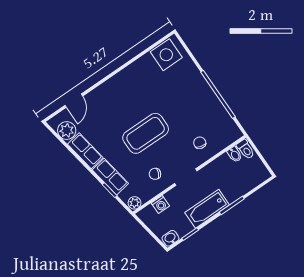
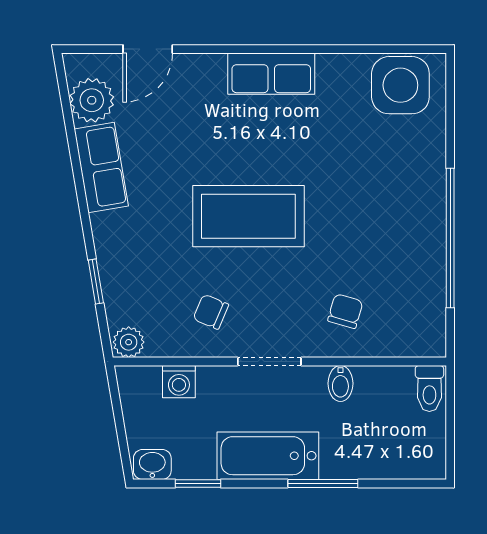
bidet: (235, 154) -> (340, 383), moved
row of seats: (110, 177) -> (271, 74), moved, turned 100

